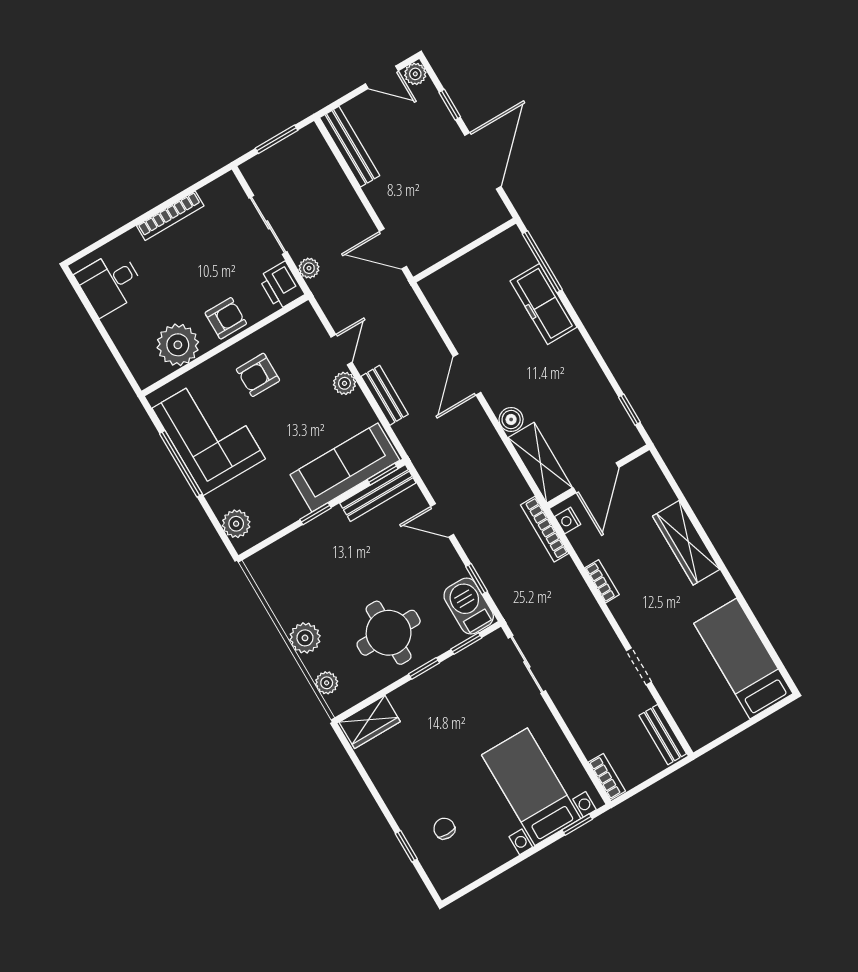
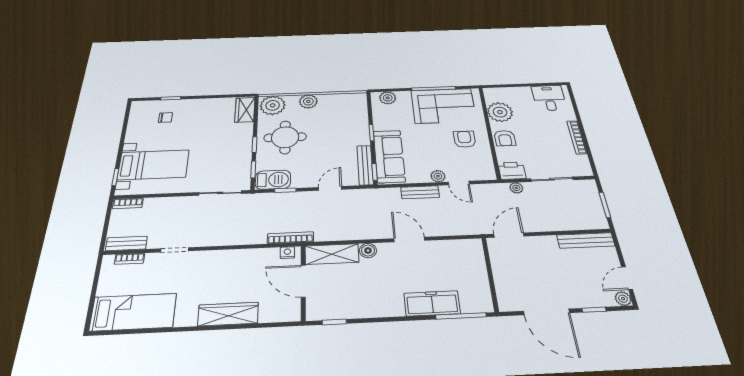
bookcase: (602, 581) -> (130, 259), moved
plant: (327, 683) -> (273, 105), width x1.87, depth x1.87

